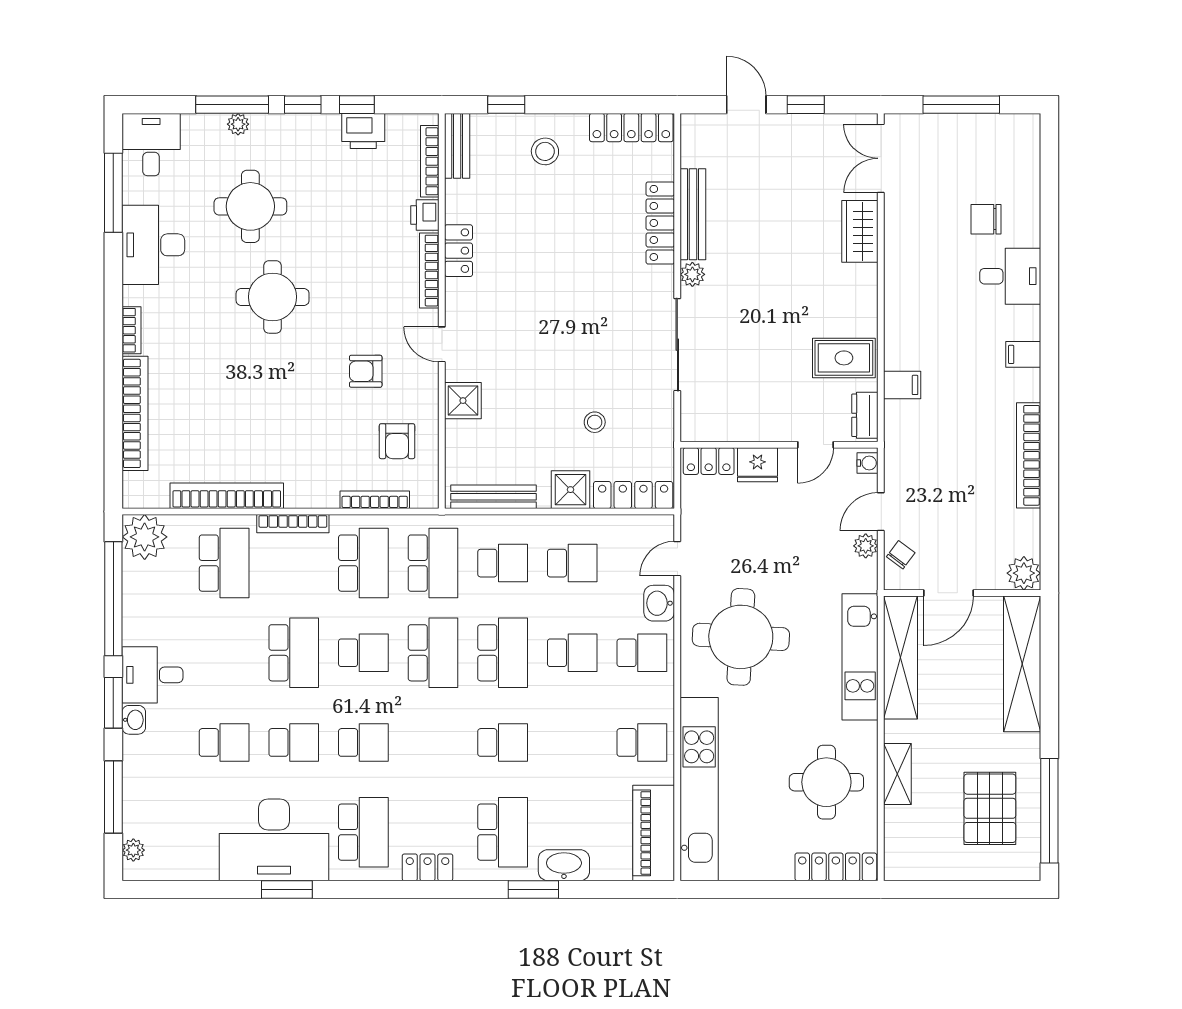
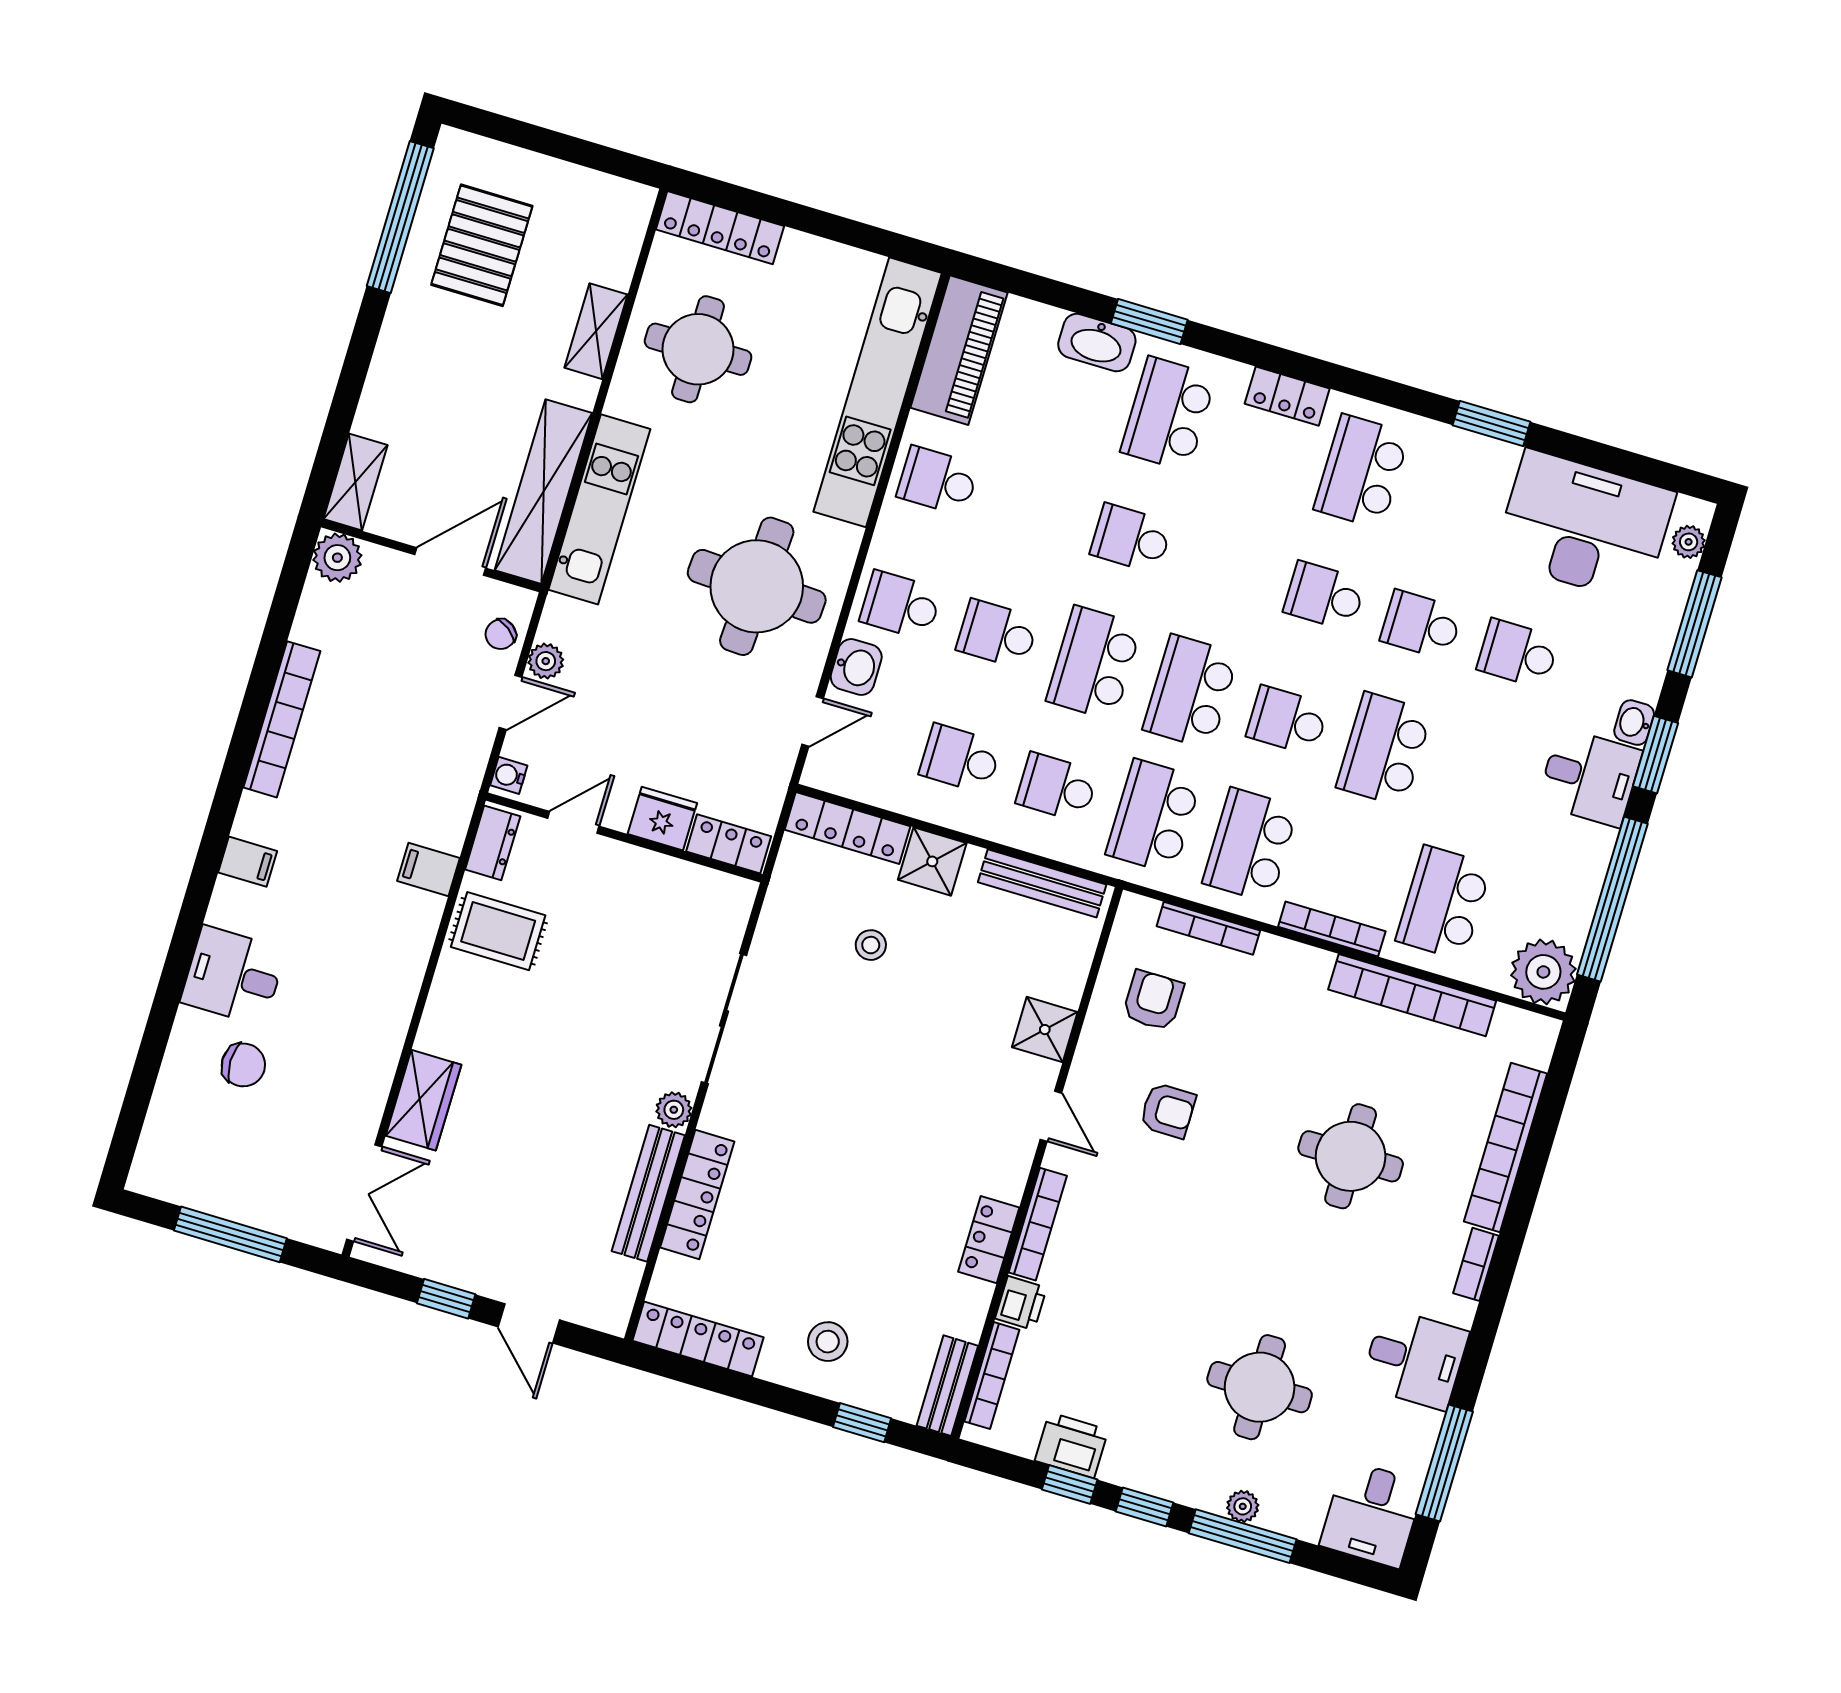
desk: (153, 245) -> (1415, 1359), width x0.73
round table: (273, 297) -> (1351, 1156), moved
shelving: (1022, 664) -> (355, 482), width x0.45, depth x0.75
desk: (274, 840) -> (1585, 526), moved

